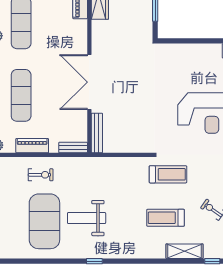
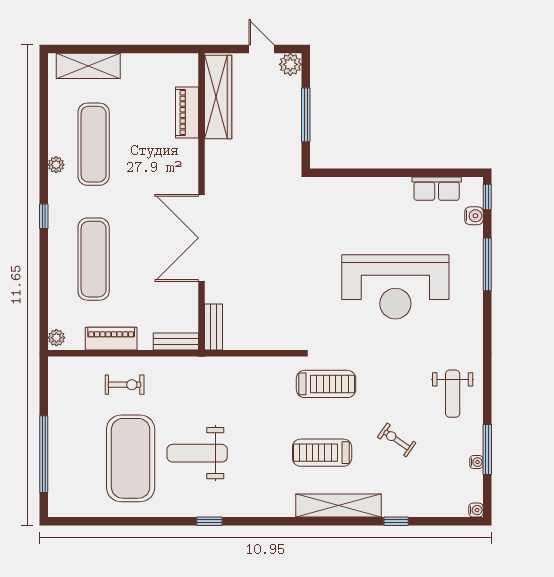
bench: (97, 133) -> (213, 327), width x0.73
shelving: (184, 251) -> (339, 506), width x1.47

